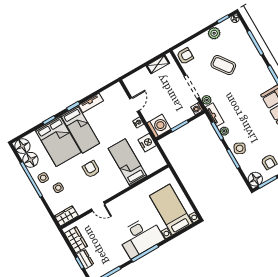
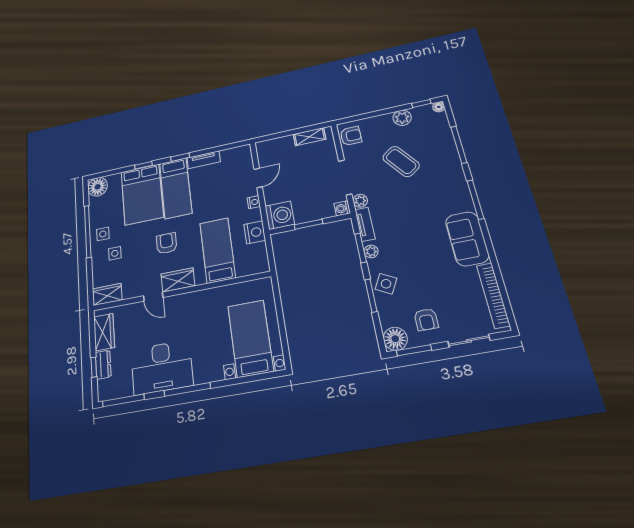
floor lamp: (30, 160) -> (99, 207), removed
wardrobe: (110, 190) -> (178, 280), added
desk: (141, 237) -> (162, 367), moved

